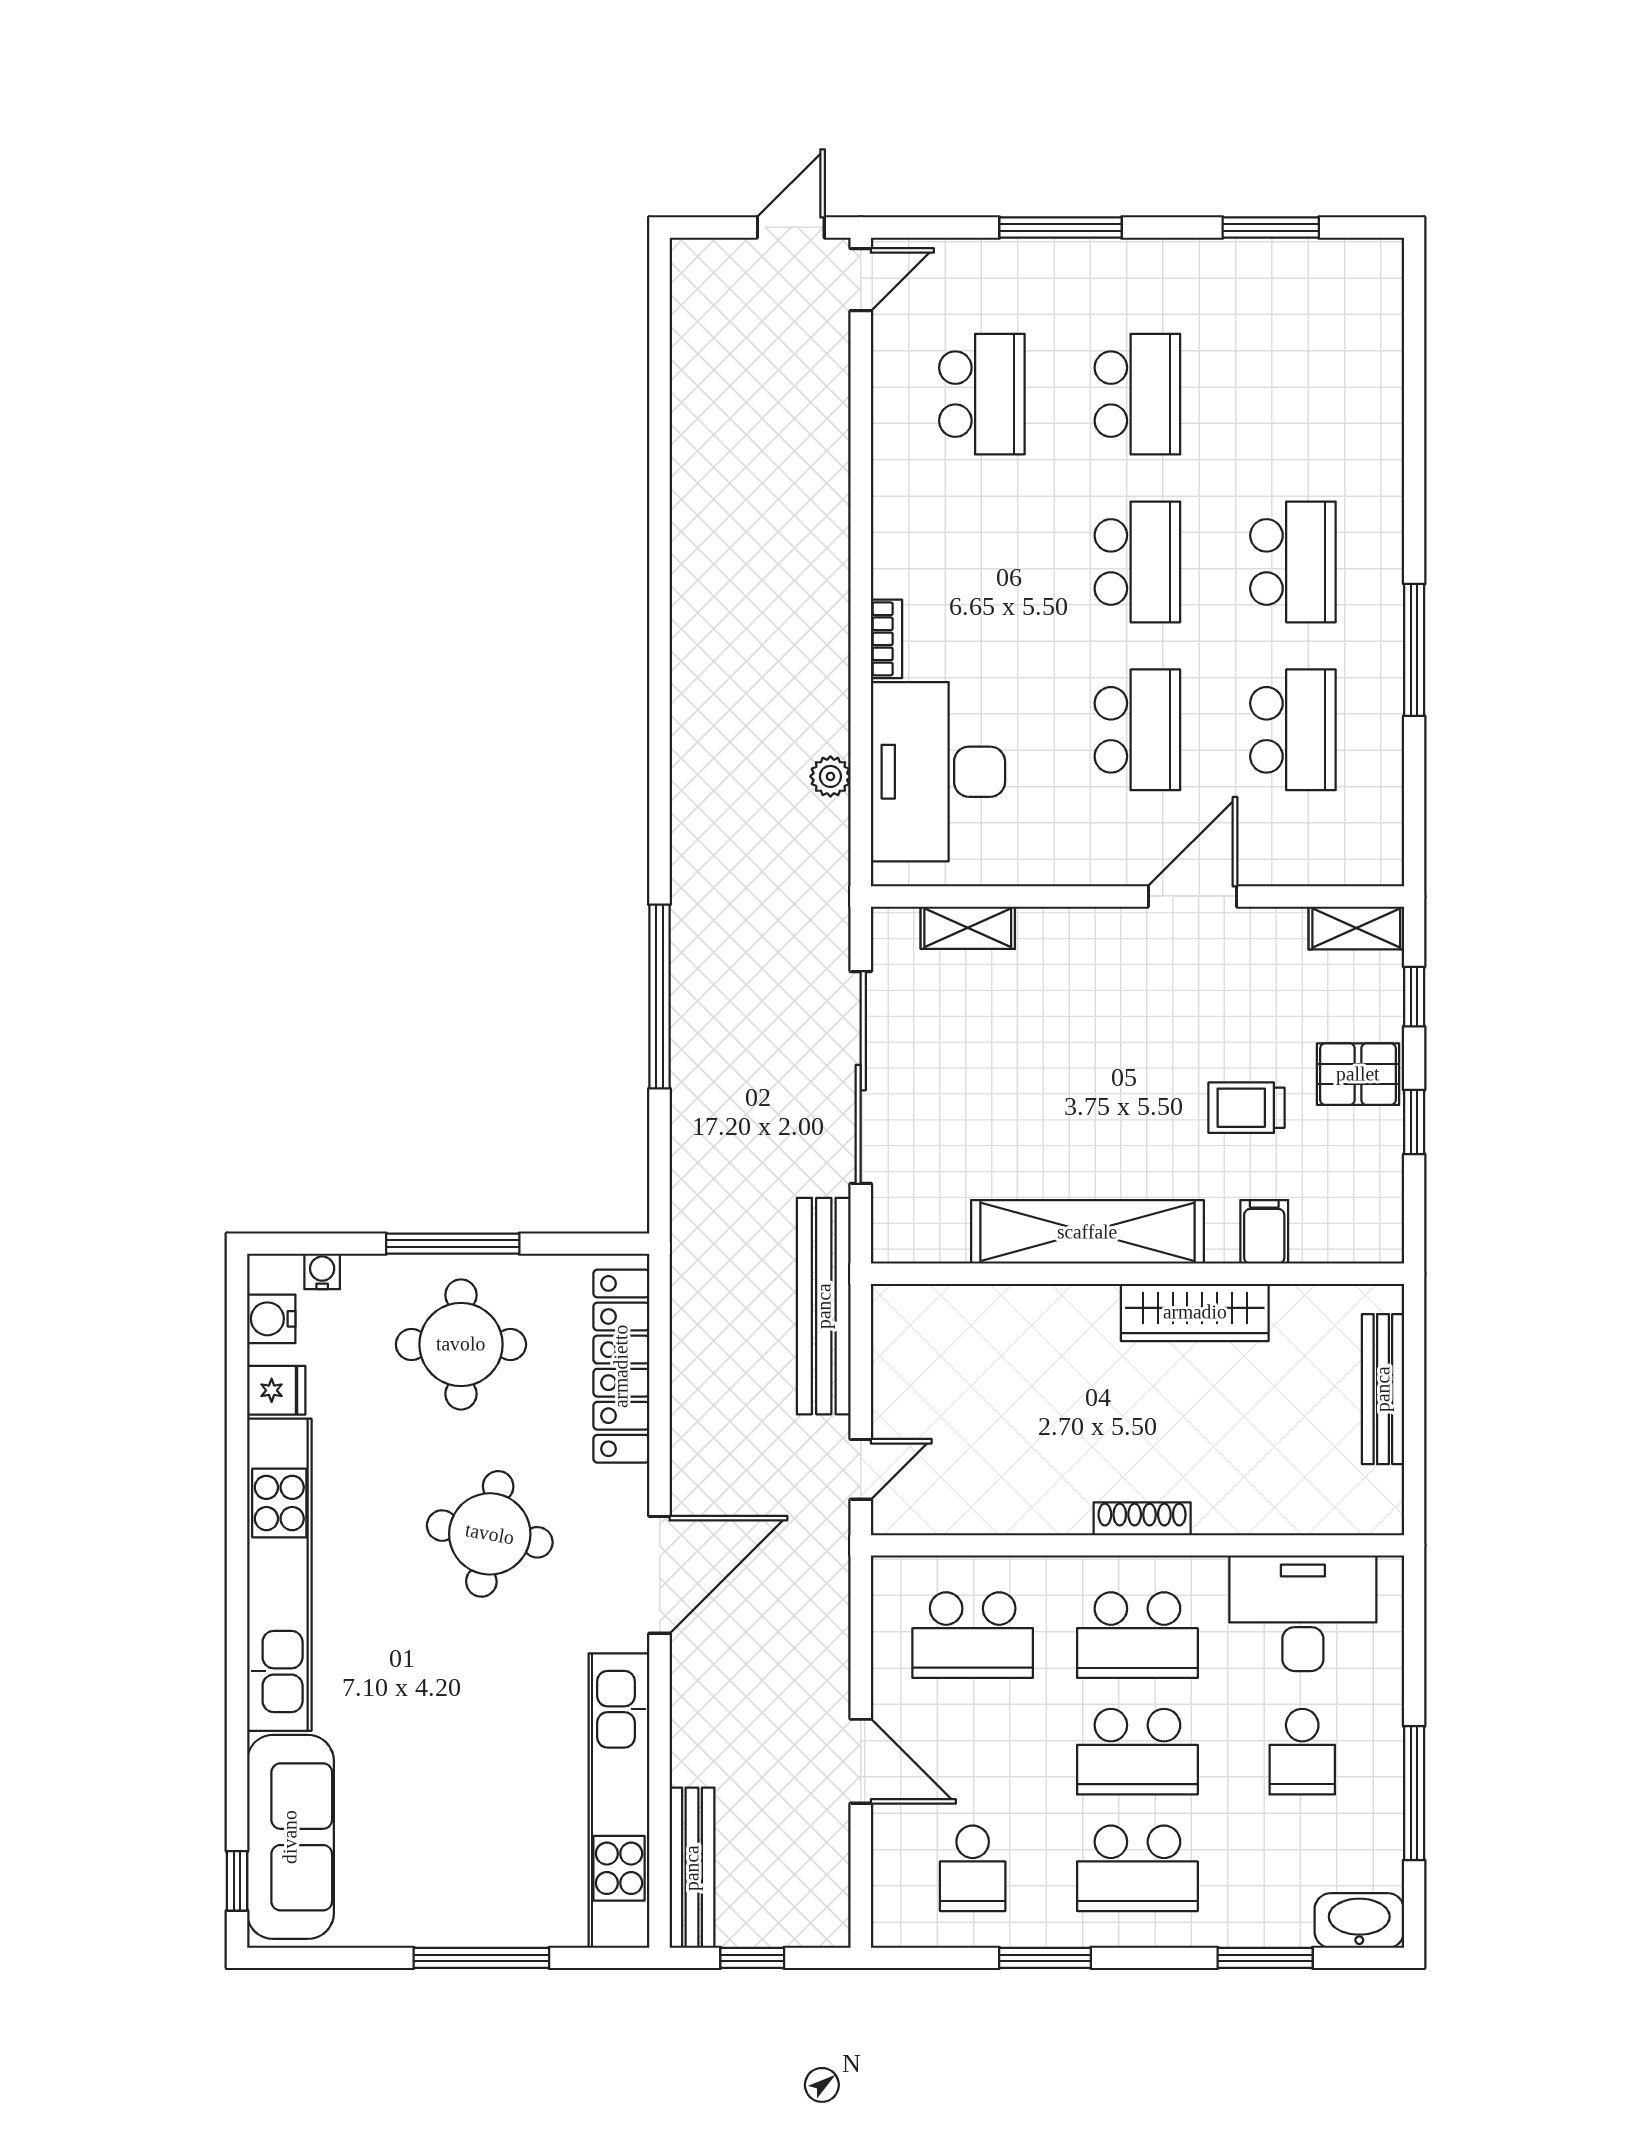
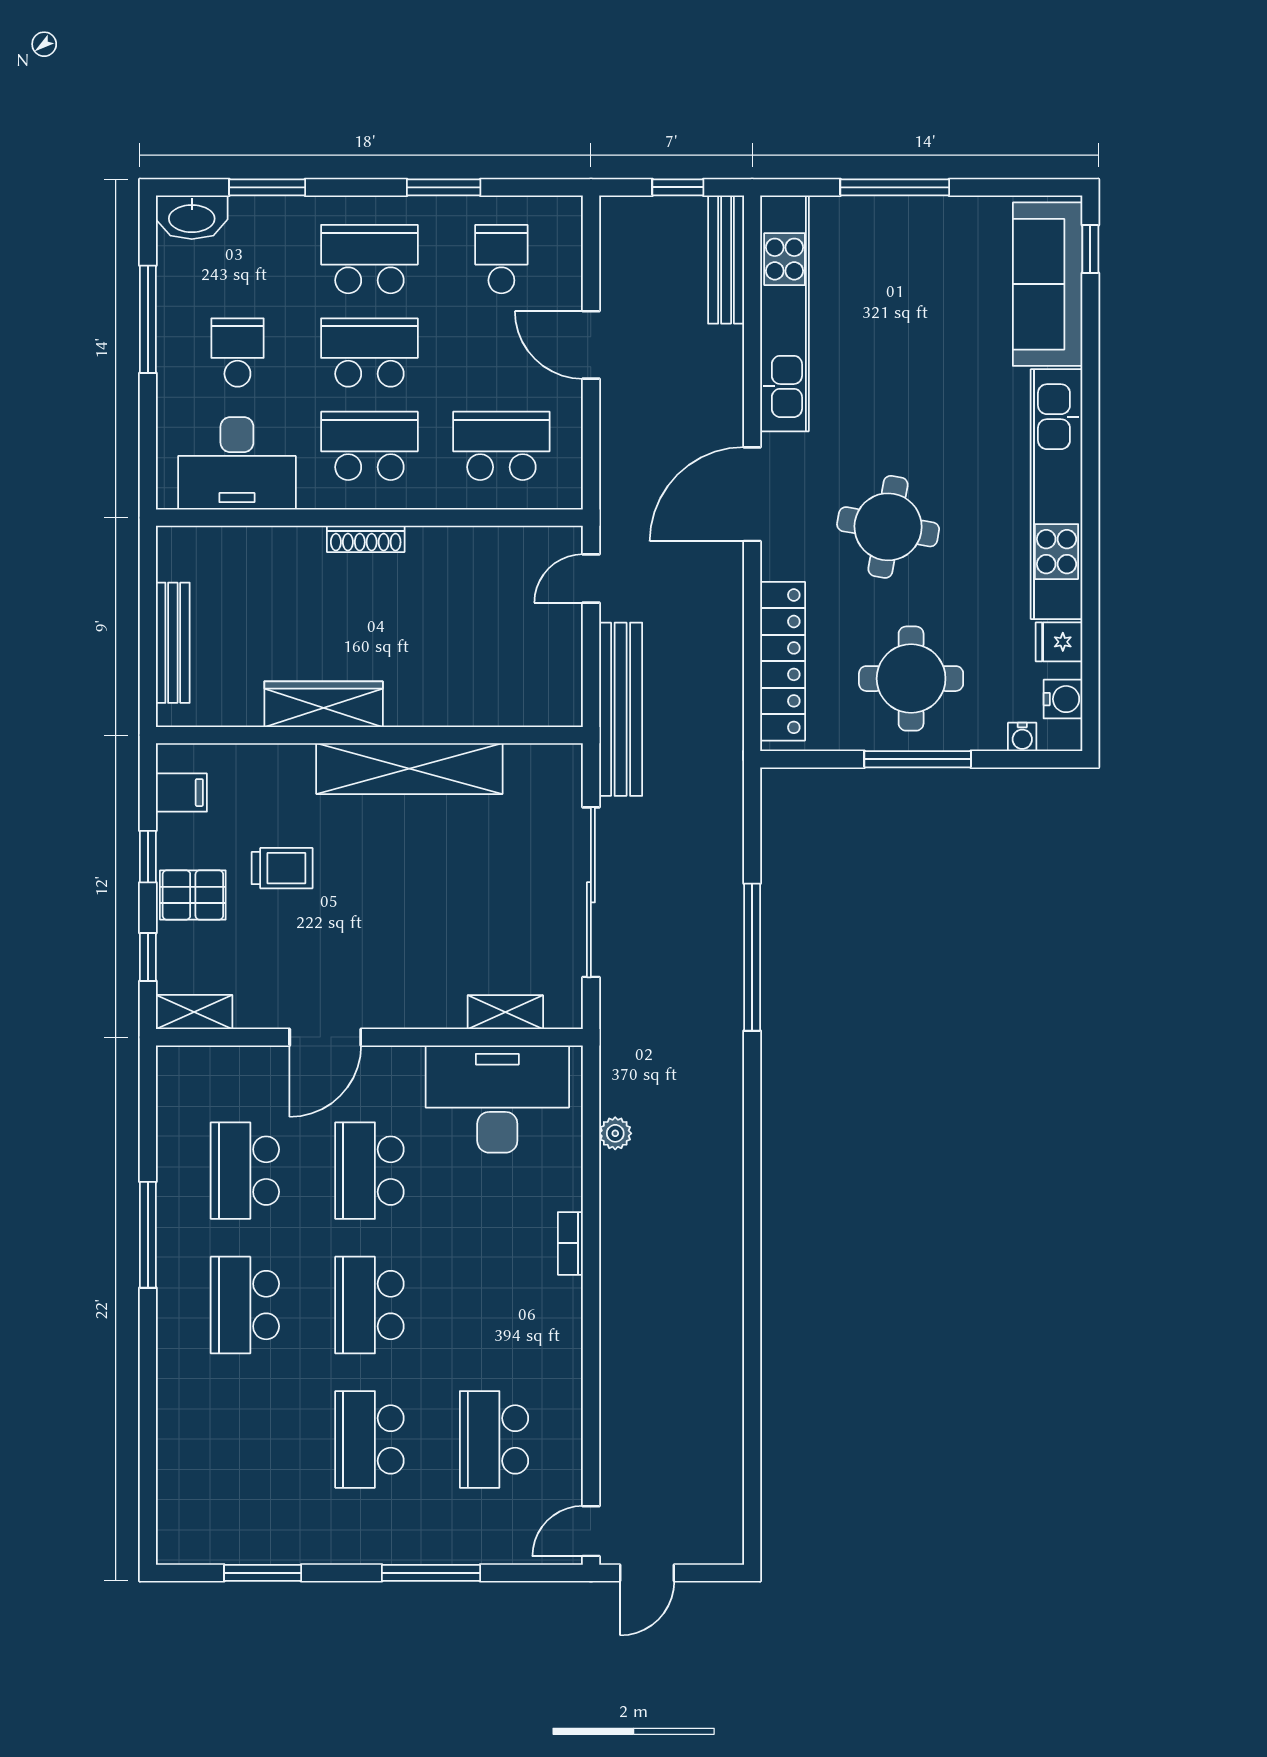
desk: (938, 772) -> (497, 1099), moved, turned -90
filing cabinet: (1264, 1232) -> (181, 793), moved, turned -90

